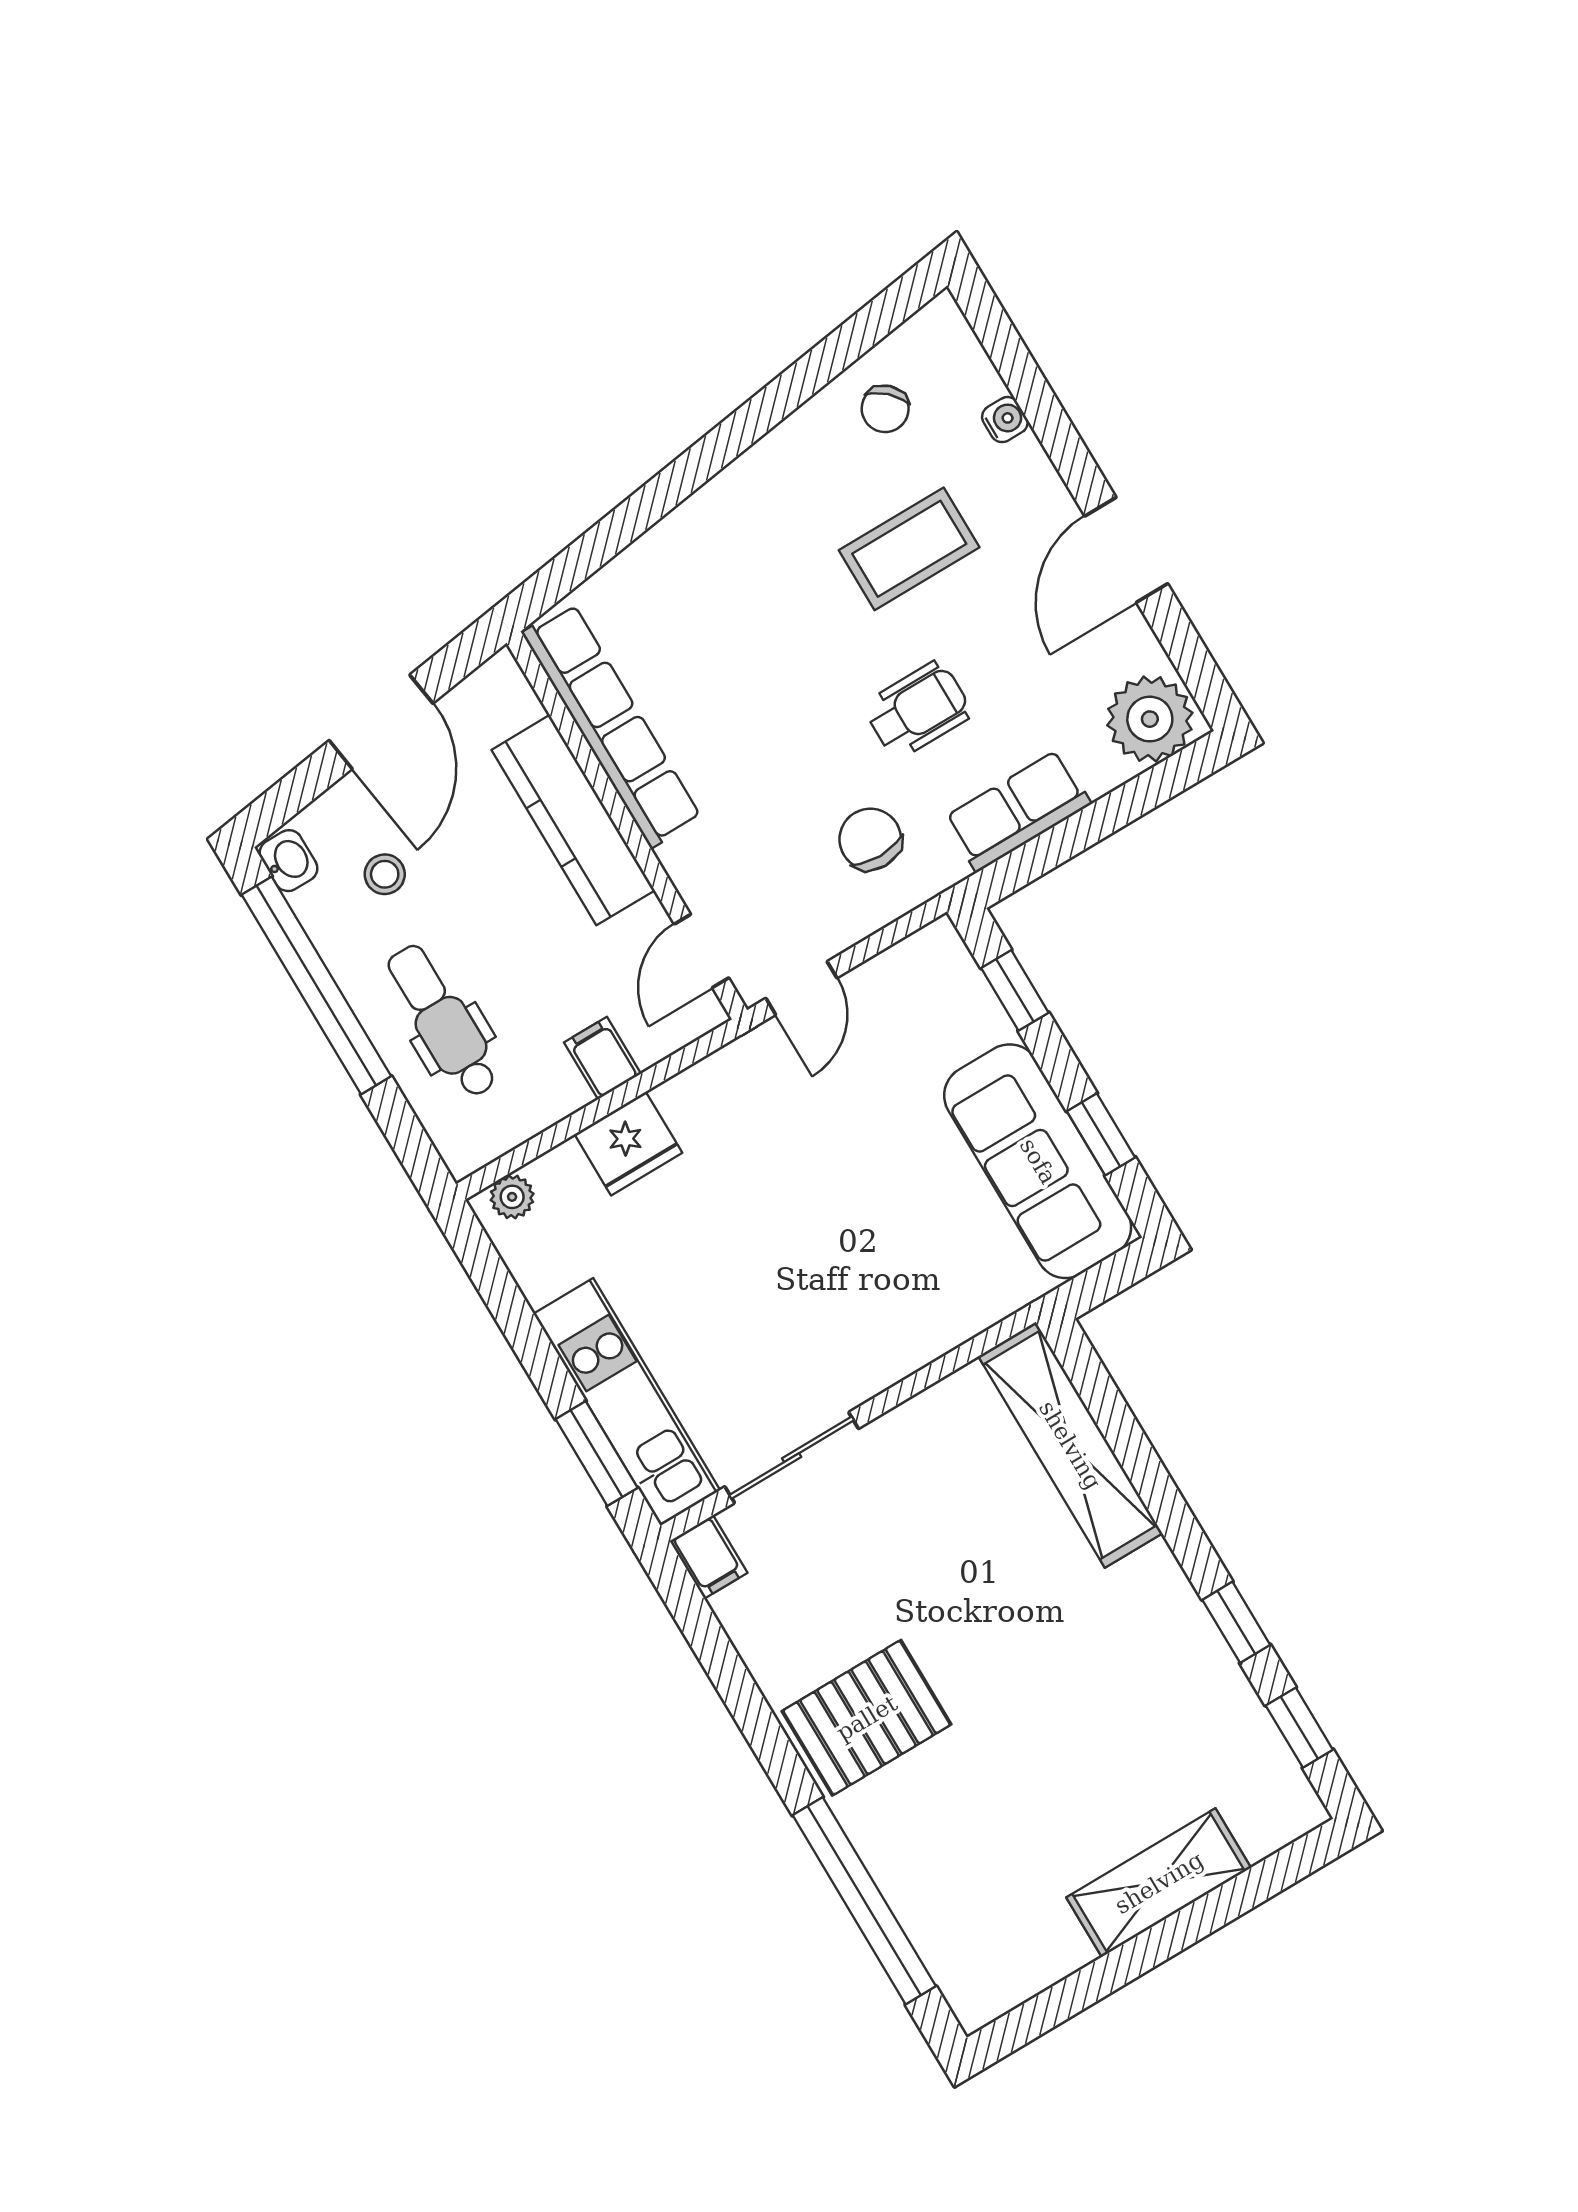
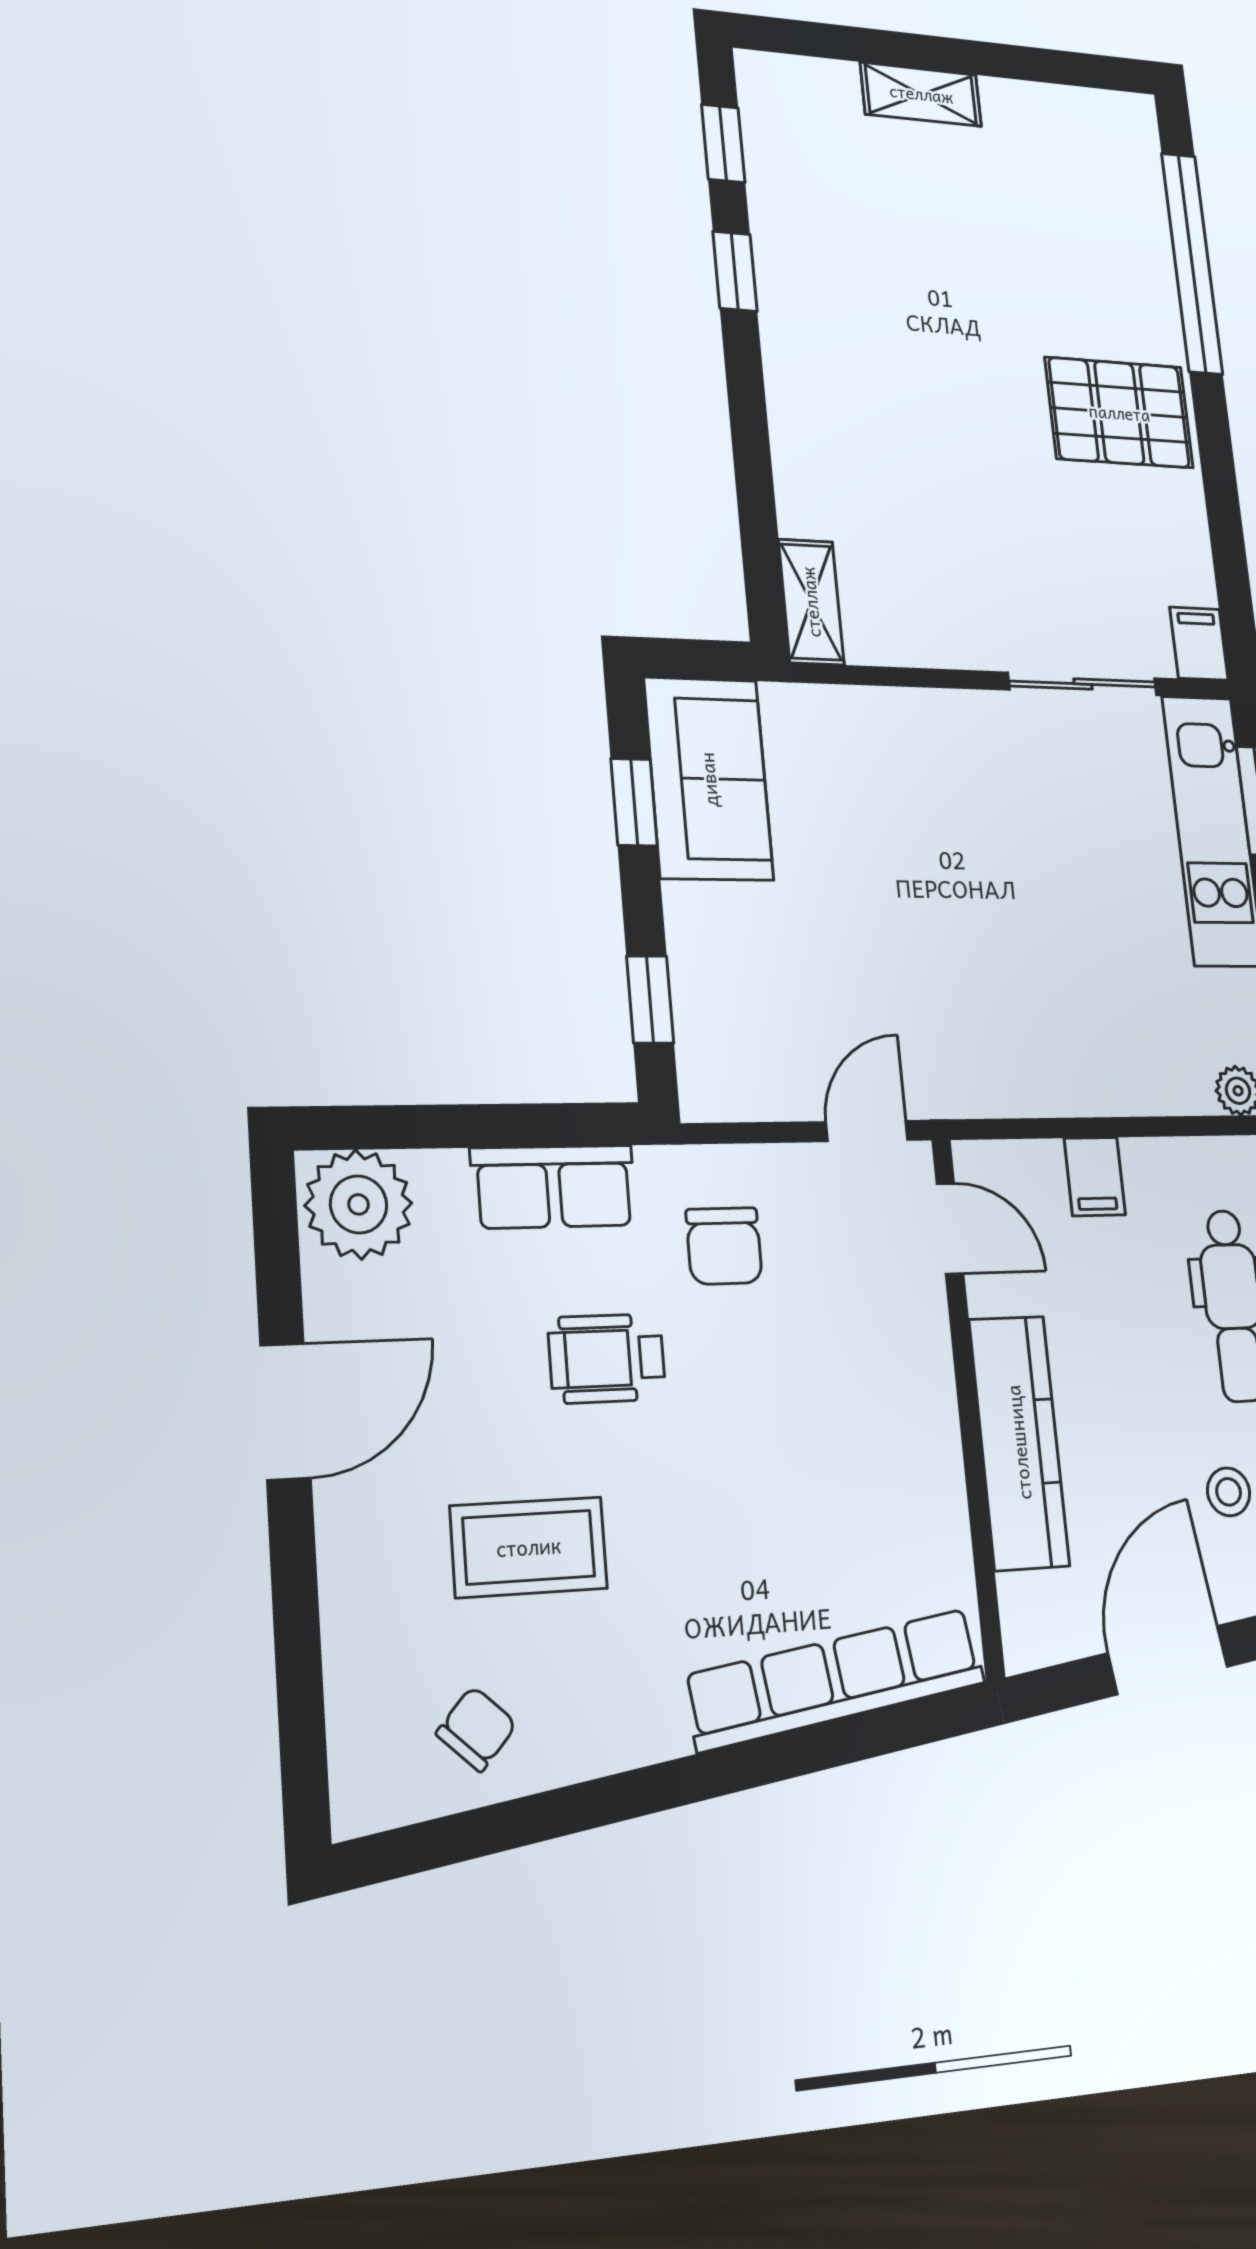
water cooler: (1005, 420) -> (346, 1642), removed
row of seats: (612, 725) -> (835, 1679), moved, turned 82
door: (702, 951) -> (950, 1228), hinge flipped
fridge: (628, 1144) -> (1106, 1076), removed
sofa: (1038, 1161) -> (709, 779), width x0.73
shelving: (1070, 1445) -> (811, 602), width x0.45, depth x0.75
shelving: (1159, 1883) -> (921, 94), width x0.67, depth x0.75

